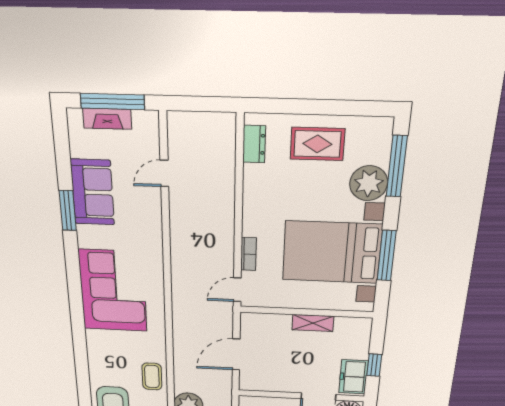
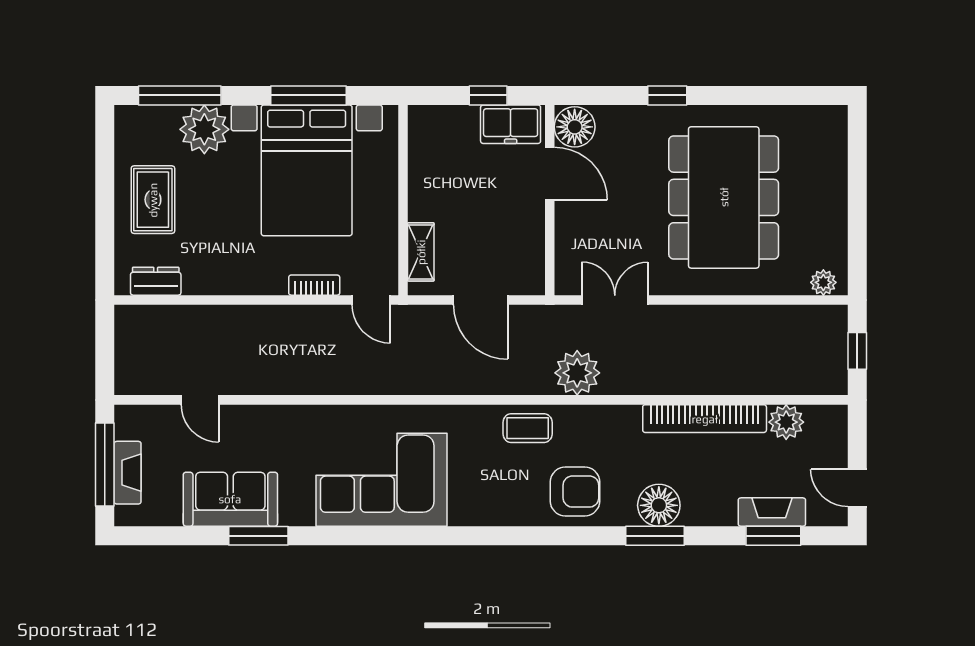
shelving: (313, 323) -> (421, 252), moved

